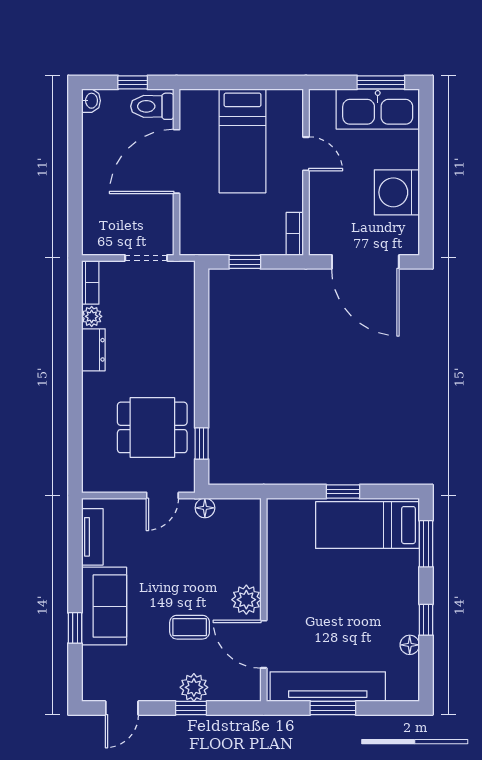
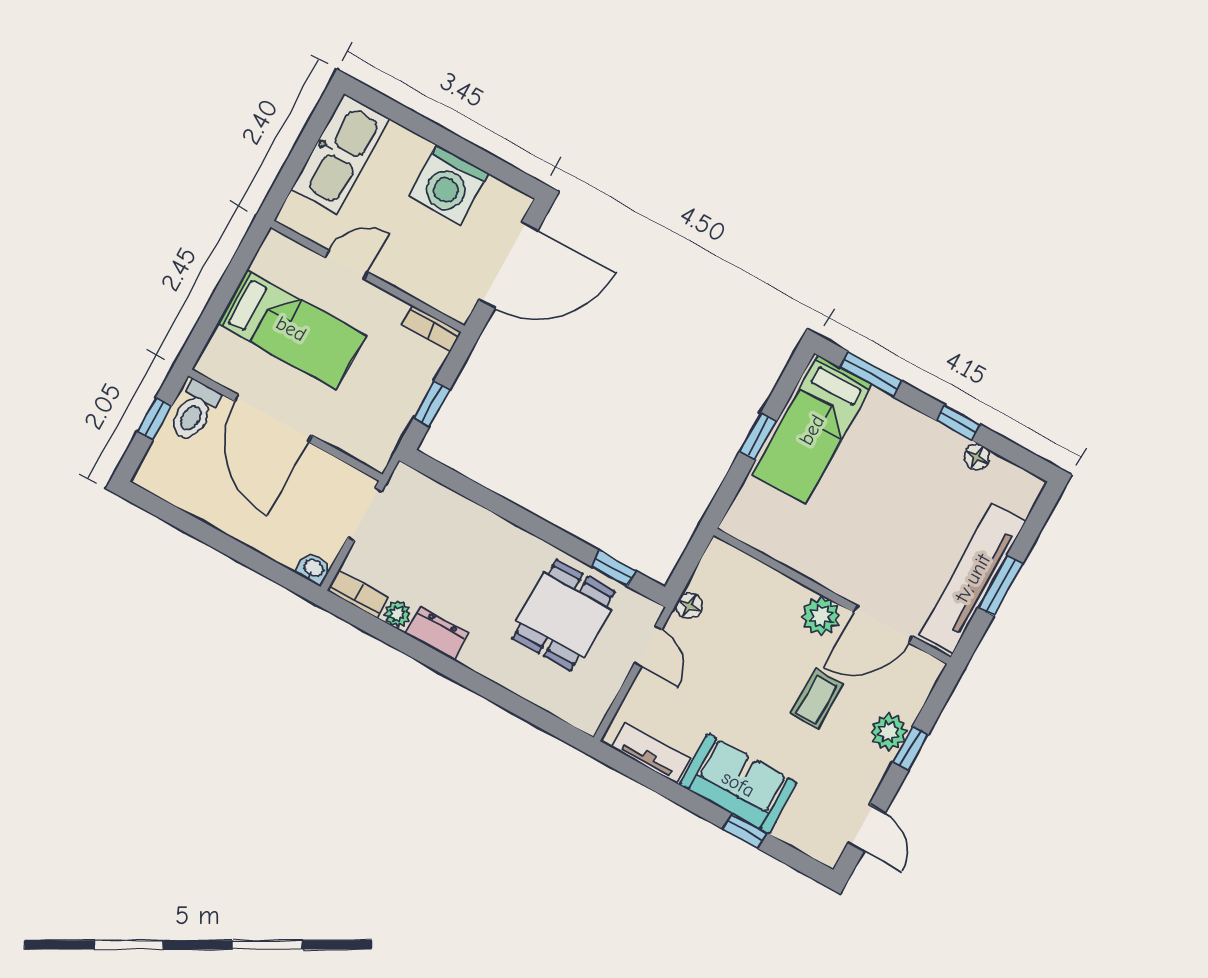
window: (381, 82) -> (312, 133), removed
washbasin: (91, 101) -> (313, 569), moved

